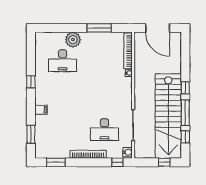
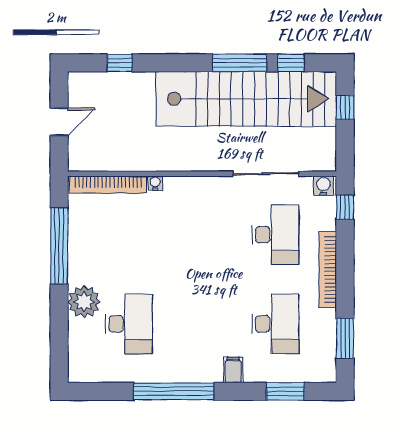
window: (99, 28) -> (59, 246), width x1.46
door: (158, 28) -> (59, 122), width x0.53
window: (31, 82) -> (174, 391), width x3.17
window: (185, 88) -> (120, 63), moved
desk: (63, 130) -> (275, 324), added

